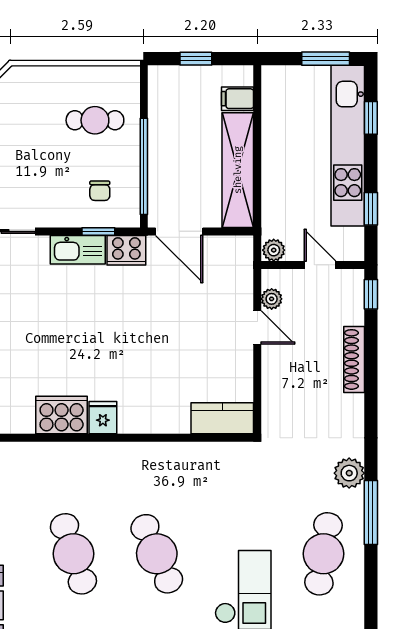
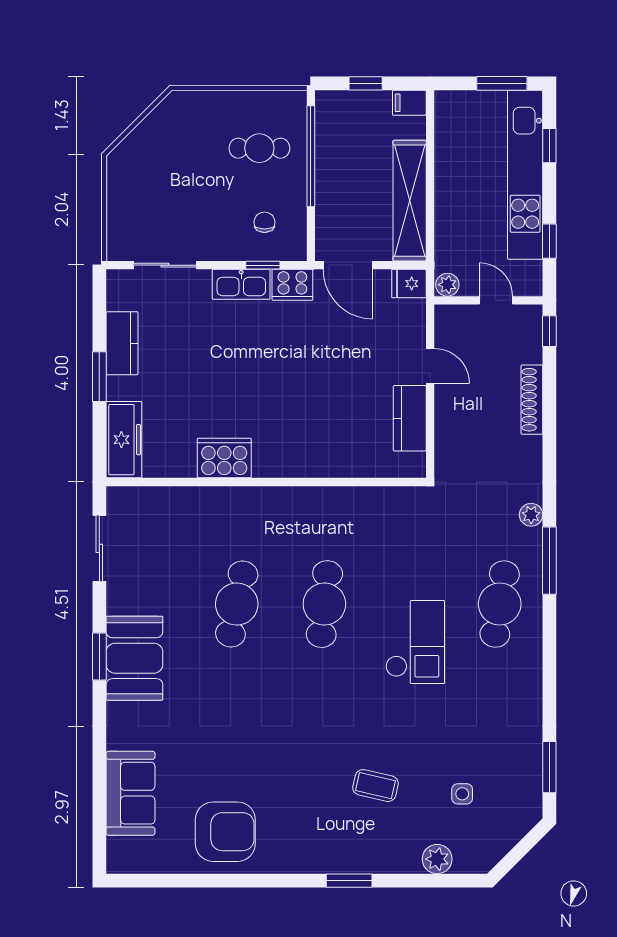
filing cabinet: (238, 99) -> (409, 103), moved
window: (144, 166) -> (311, 156), moved
chair: (100, 191) -> (264, 222), turned 180
plant: (272, 299) -> (445, 336), removed
fridge: (103, 418) -> (409, 284), moved, turned -90
kitchen counter: (222, 418) -> (410, 418), moved, turned -90
plant: (349, 473) -> (531, 515), width x0.73, depth x0.73
cafe table: (73, 554) -> (237, 604), turned 30
cafe table: (157, 554) -> (324, 604), turned 30

